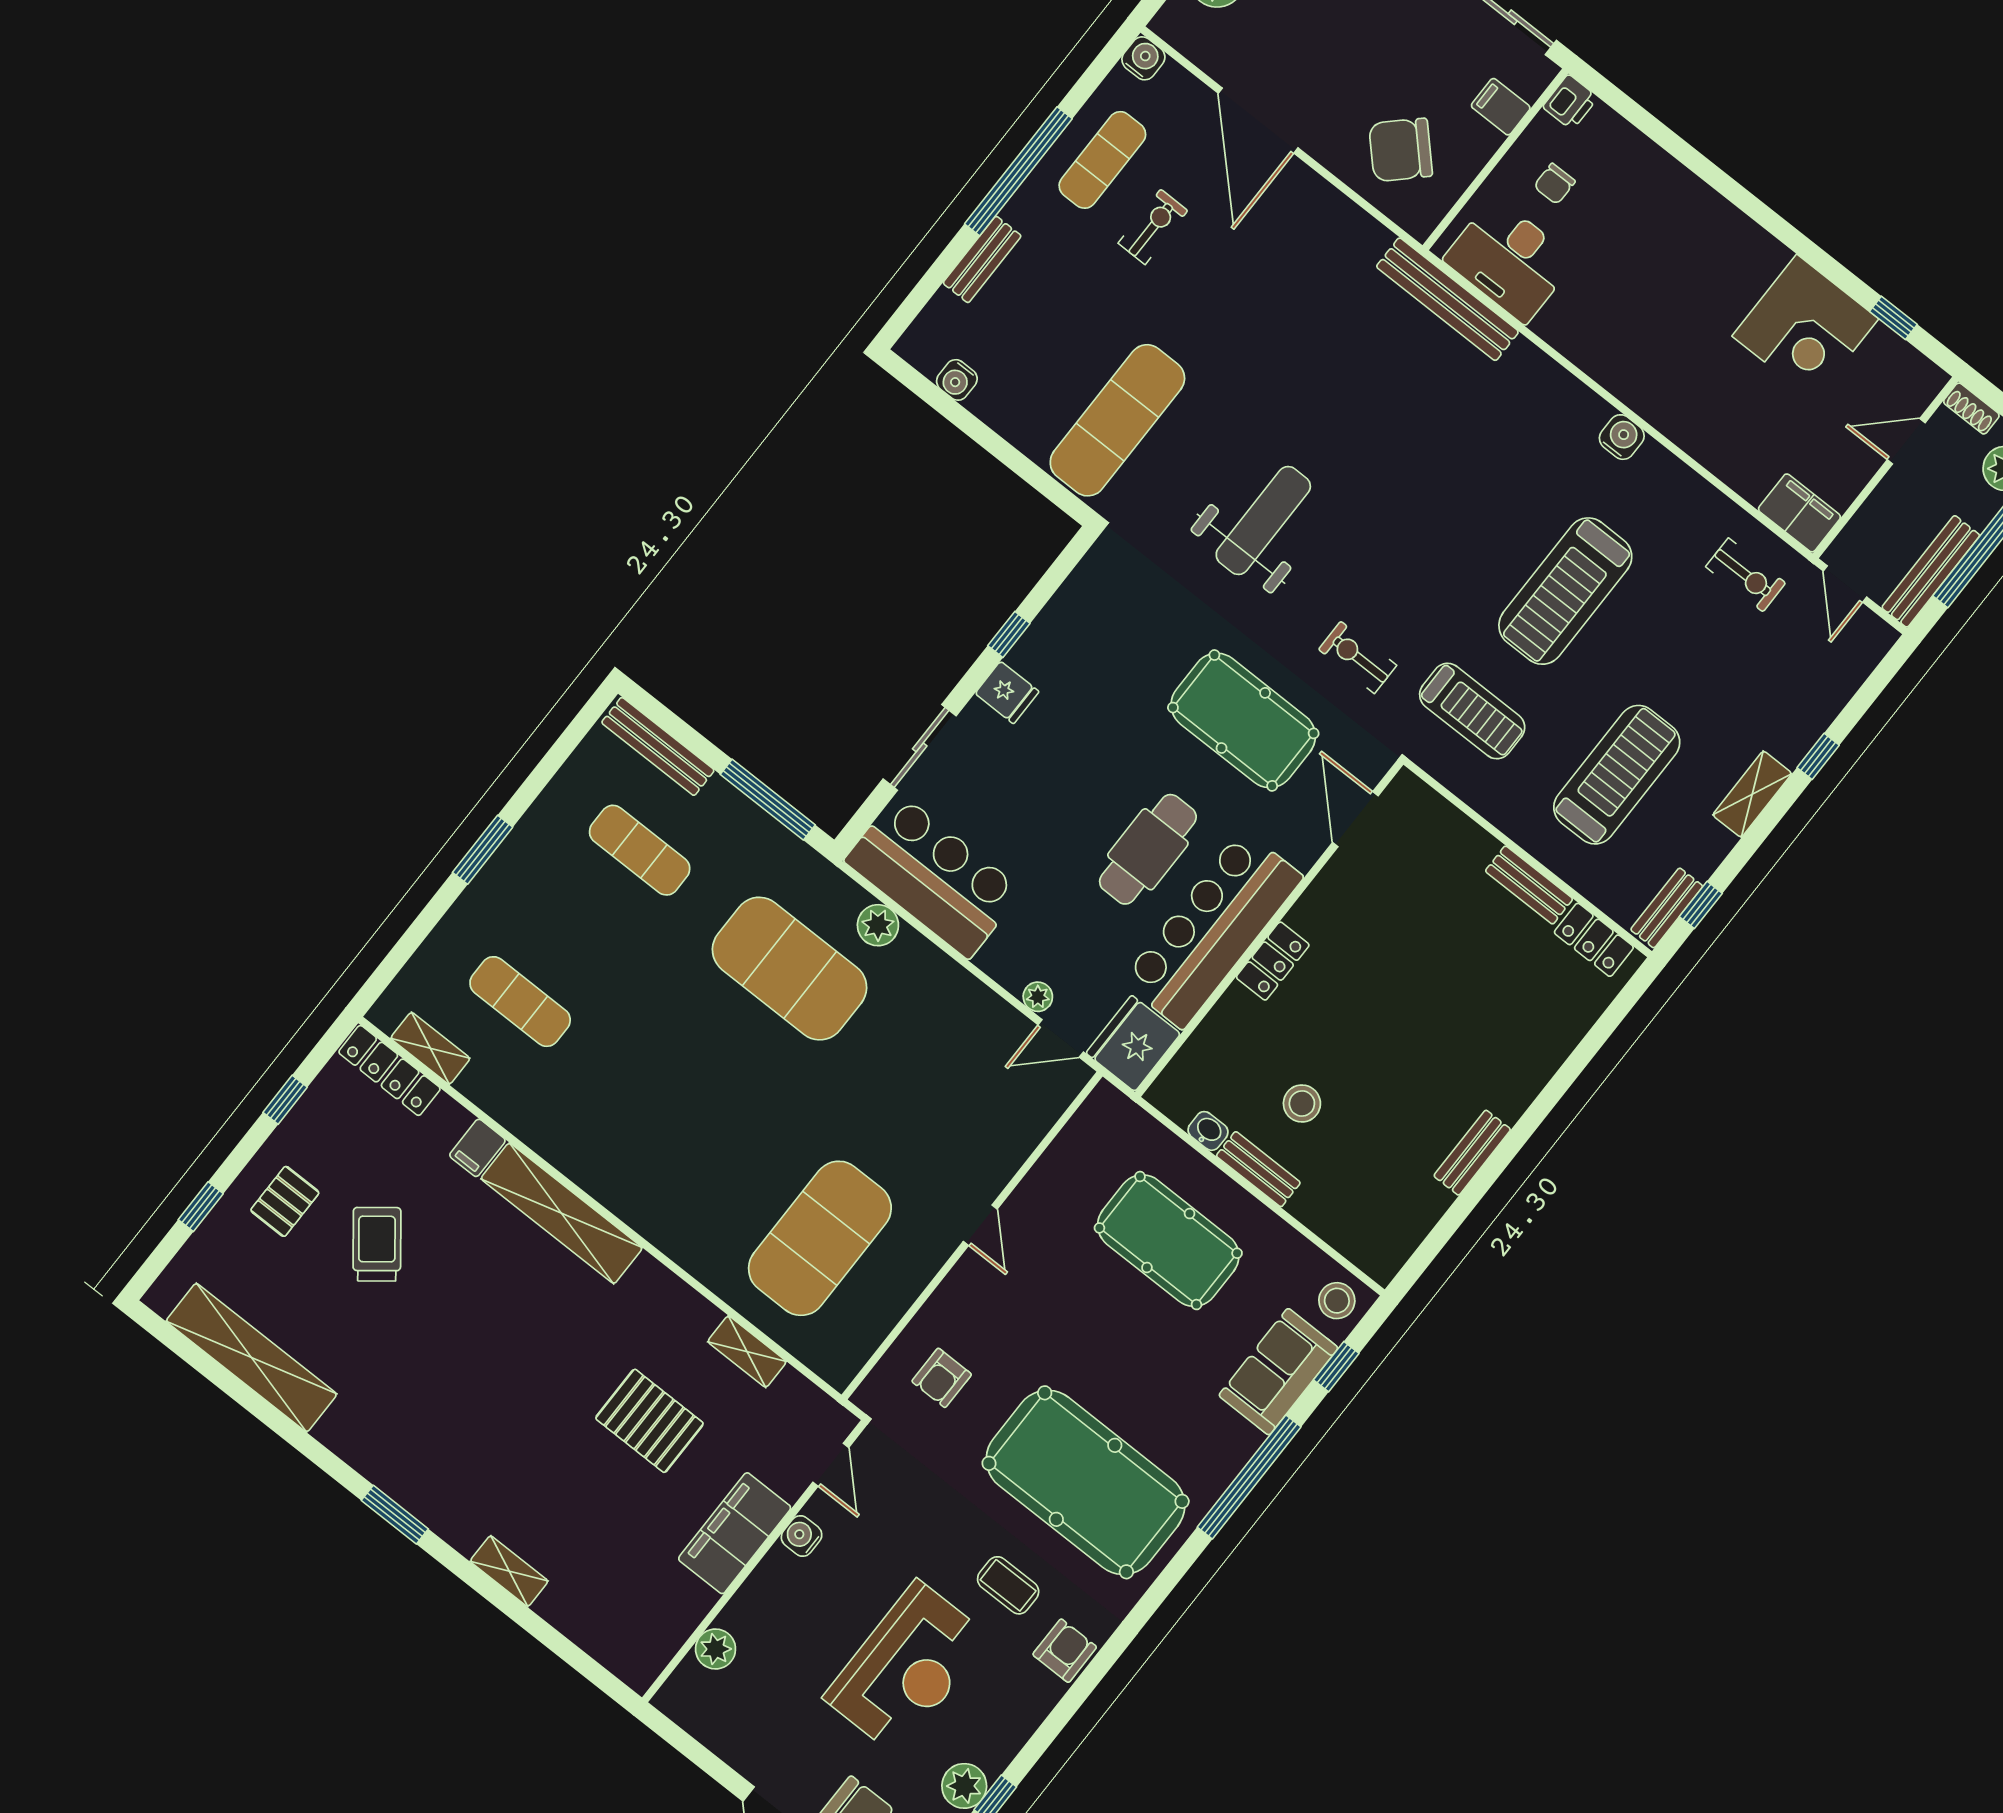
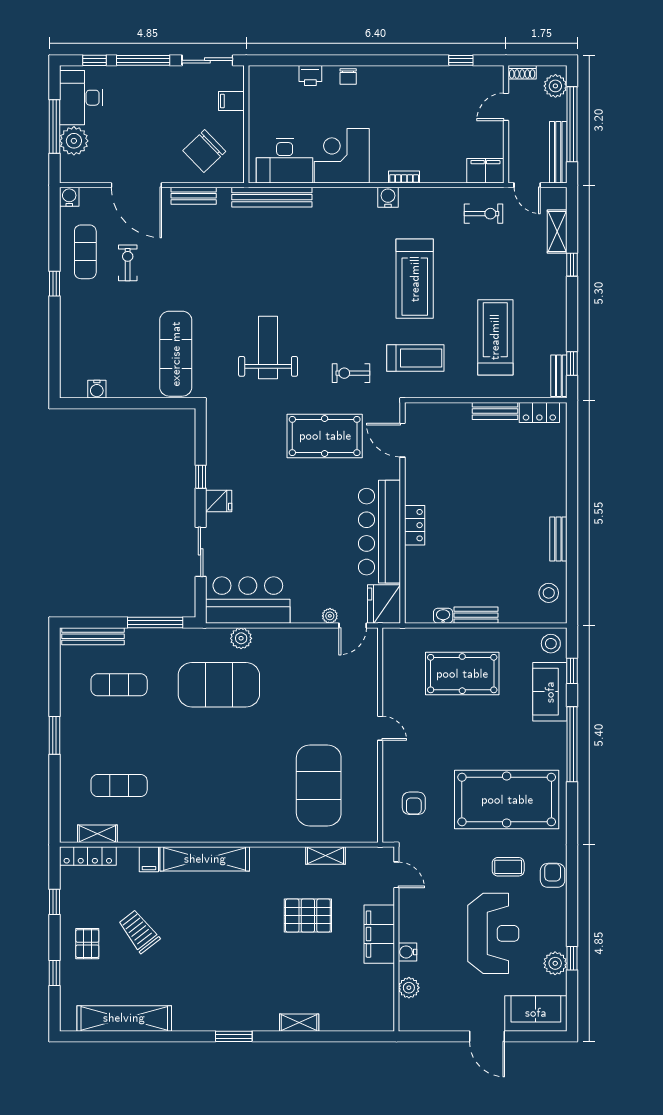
printer: (1570, 102) -> (310, 76), moved, turned 90
window: (1018, 171) -> (55, 284), width x0.32
chair: (1555, 184) -> (348, 77), moved
bench: (982, 259) -> (194, 196), moved, turned 90
corner desk: (1805, 327) -> (342, 156), moved, turned 180
bookcase: (1670, 426) -> (404, 177), added
shelving: (1752, 794) -> (557, 231), moved
cafe table: (1148, 849) -> (327, 520), removed
stool: (1302, 1104) -> (549, 593), moved
water cooler: (802, 1536) -> (408, 952), moved

